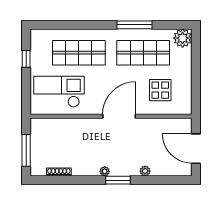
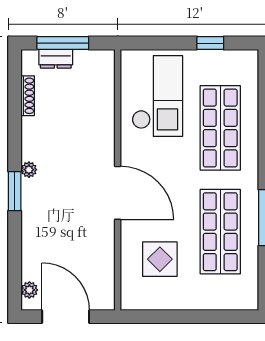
plant: (183, 38) -> (244, 295), removed
door: (196, 149) -> (66, 317), hinge flipped
dresser: (36, 155) -> (56, 59), added
plant: (145, 171) -> (29, 290), moved

